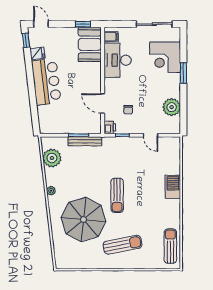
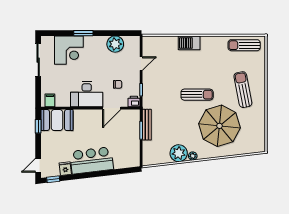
desk: (118, 60) -> (87, 94), moved
plant: (52, 158) -> (179, 153), moved

